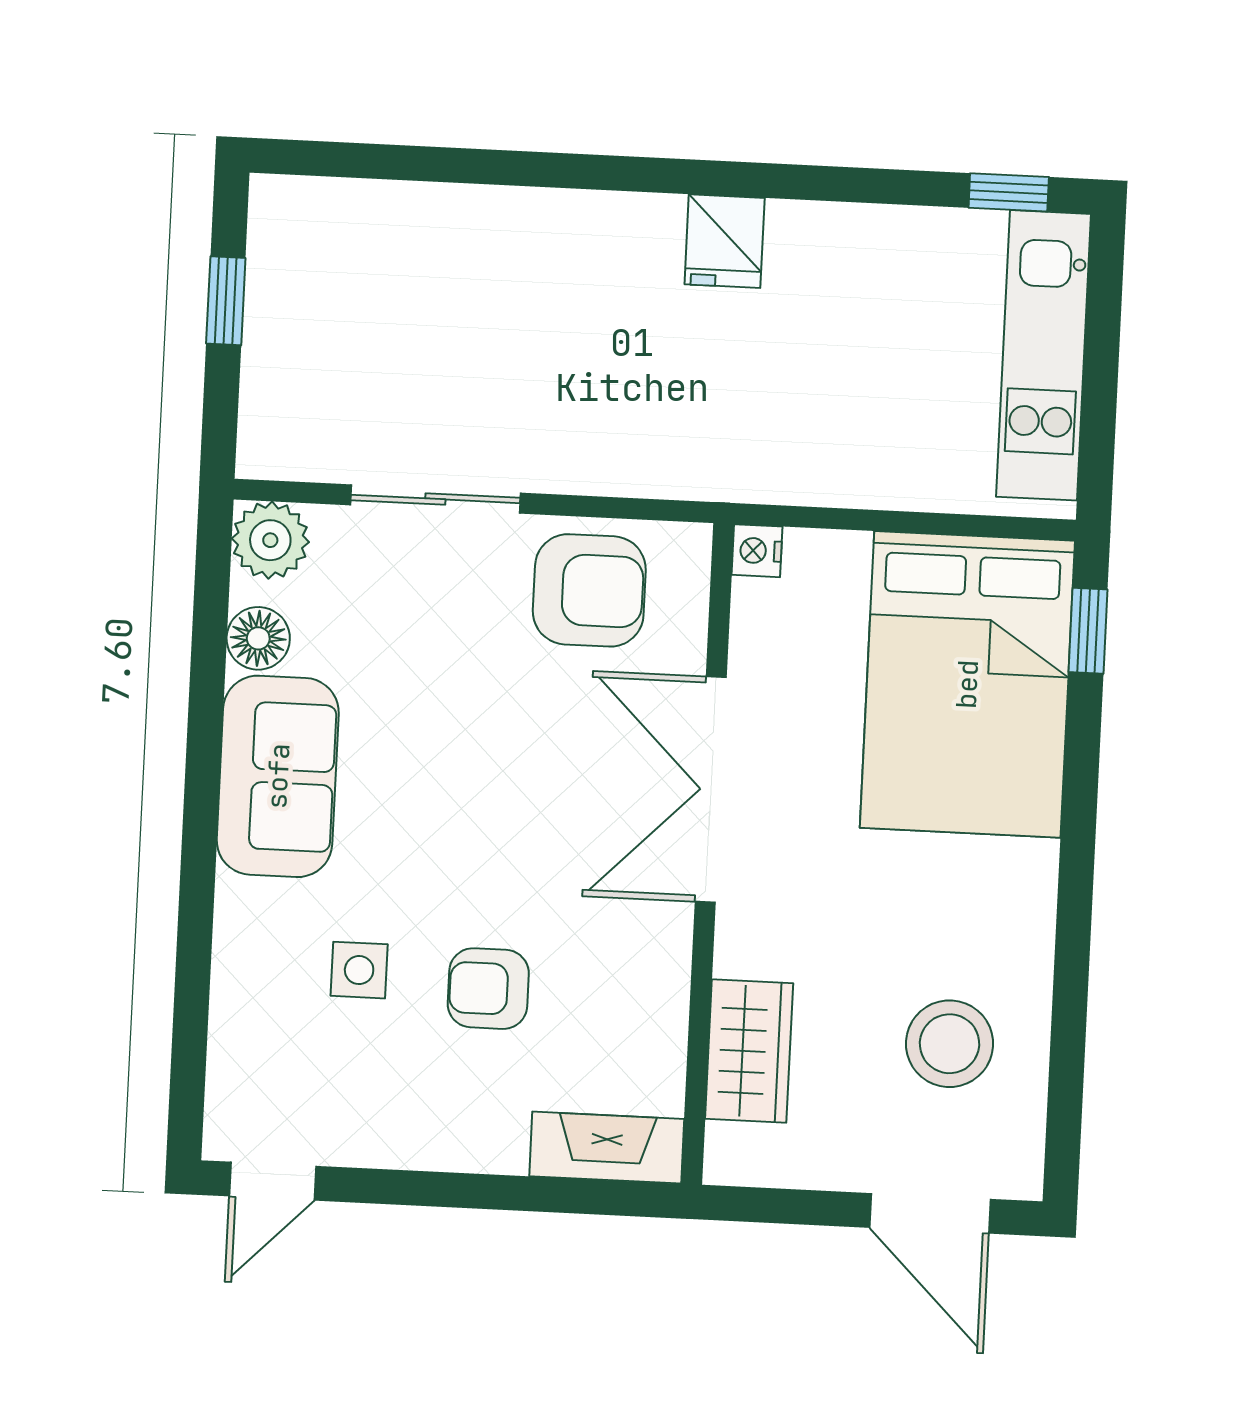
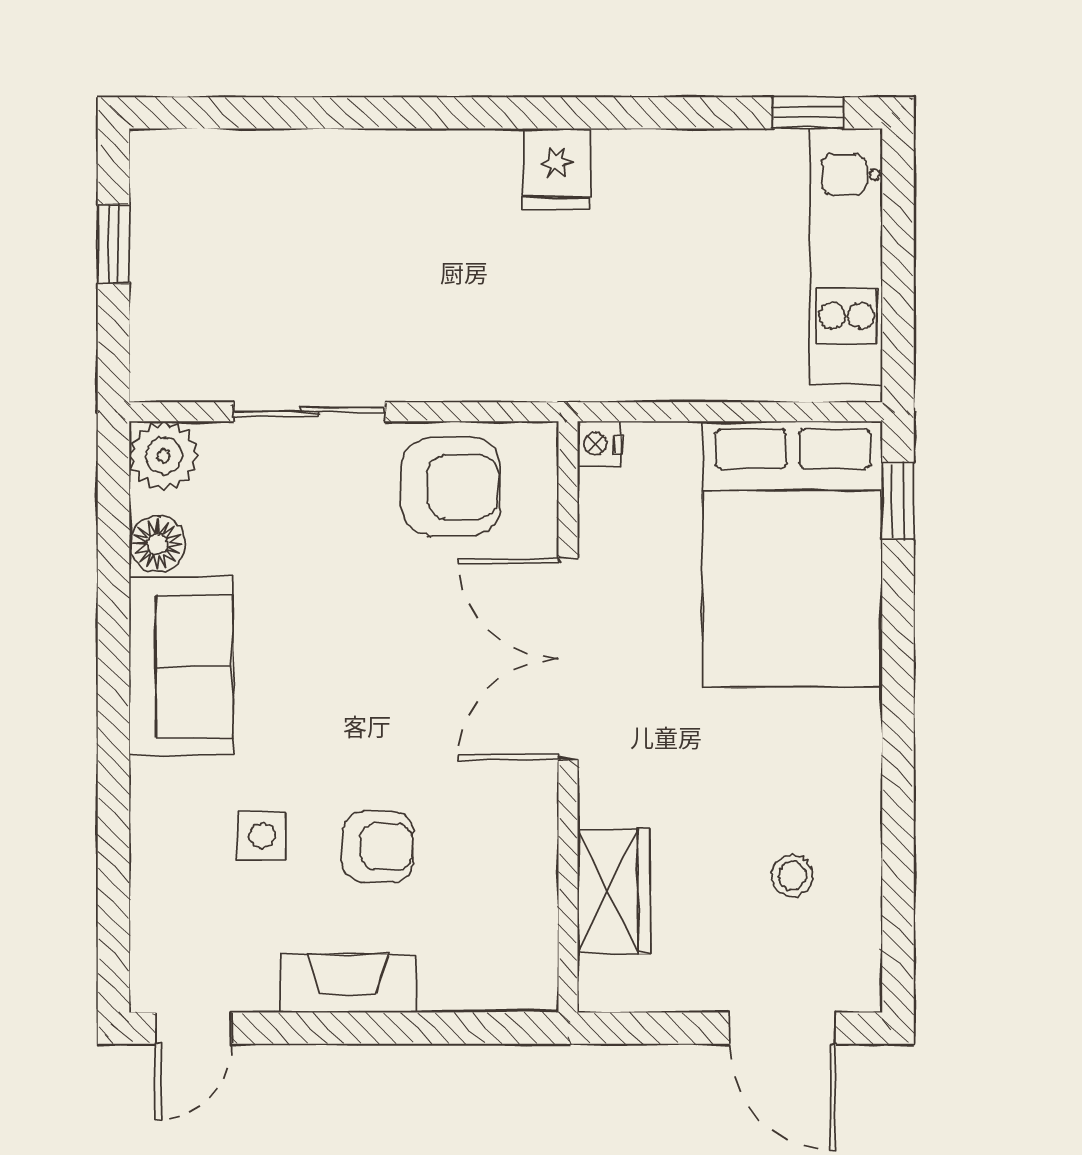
armchair: (488, 989) -> (378, 847), turned 180
stool: (950, 1044) -> (792, 876), width x0.53, depth x0.53
fireplace: (607, 1148) -> (348, 984), moved

